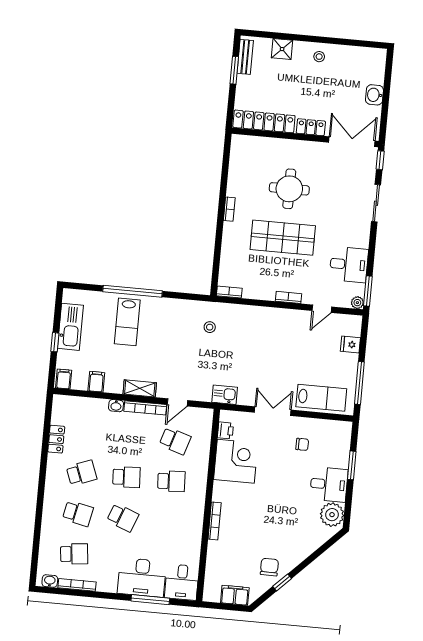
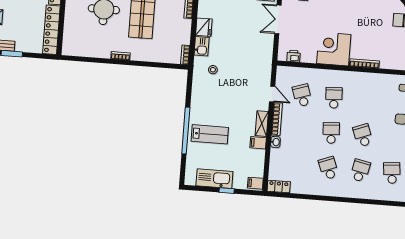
fridge: (264, 316) -> (204, 27), added
filing cabinet: (96, 382) -> (258, 143), moved
kitchen sink: (225, 395) -> (202, 46), moved, turned 180
locker: (56, 439) -> (279, 186), moved
school desk: (175, 441) -> (302, 95), turned -36
corner desk: (236, 461) -> (334, 49), moved
school desk: (123, 518) -> (363, 135), turned -42

